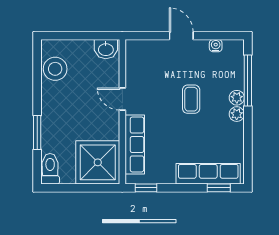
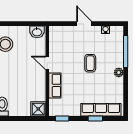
plant: (237, 98) -> (119, 62), removed
row of seats: (135, 144) -> (55, 85), width x0.68
shower: (98, 162) -> (38, 109), width x0.54, depth x0.54
window: (219, 188) -> (95, 119), moved

